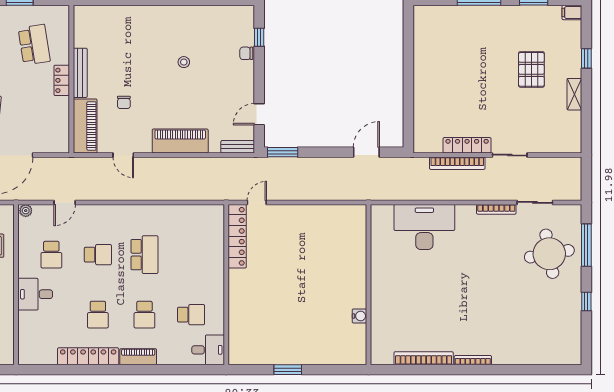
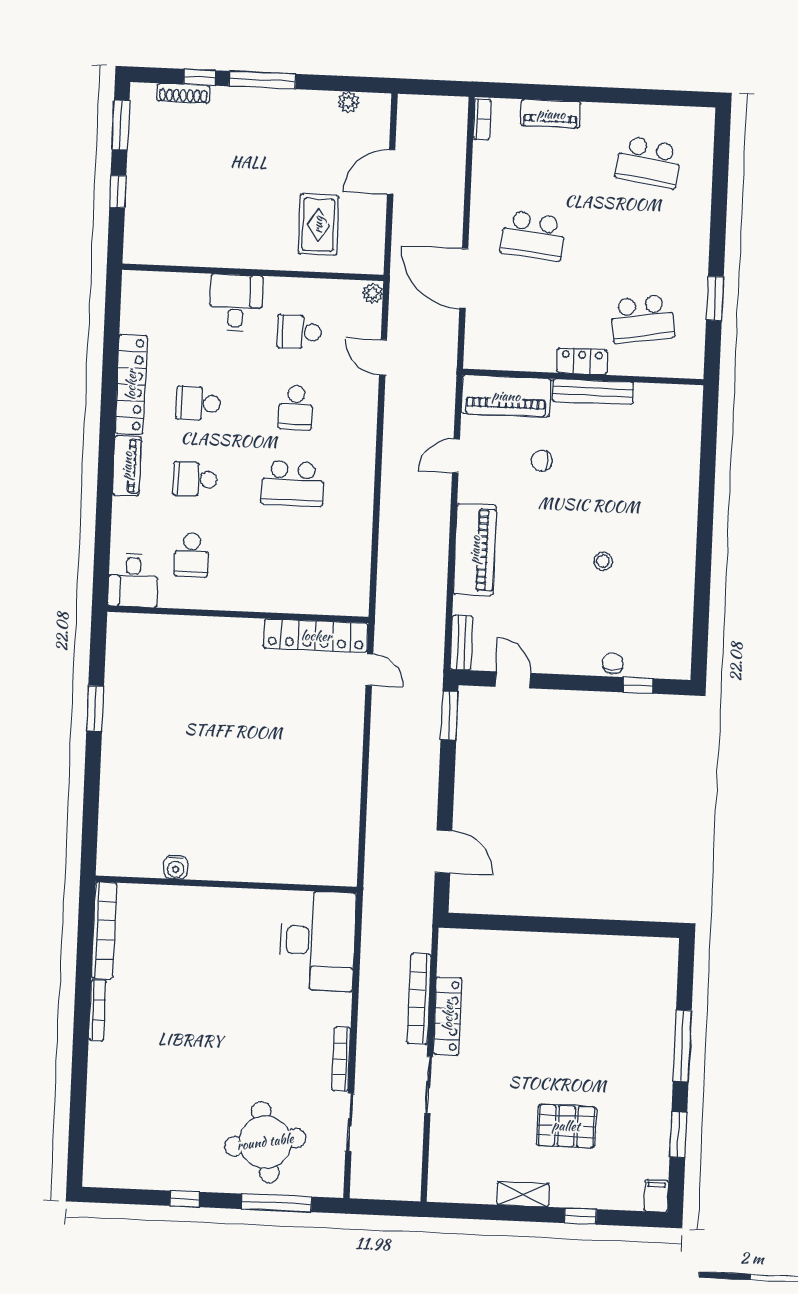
wall: (368, 285) -> (226, 884), moved
water cooler: (359, 316) -> (176, 867), moved

